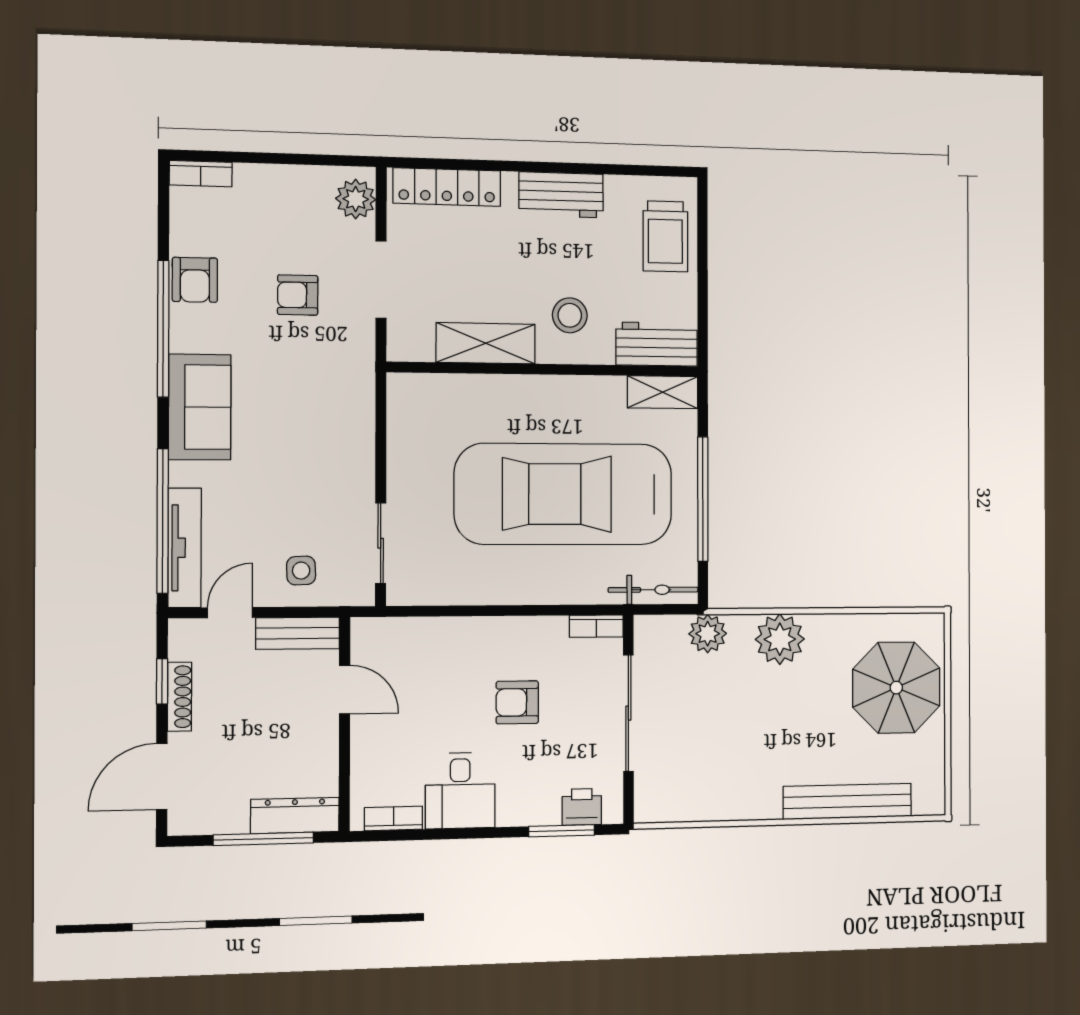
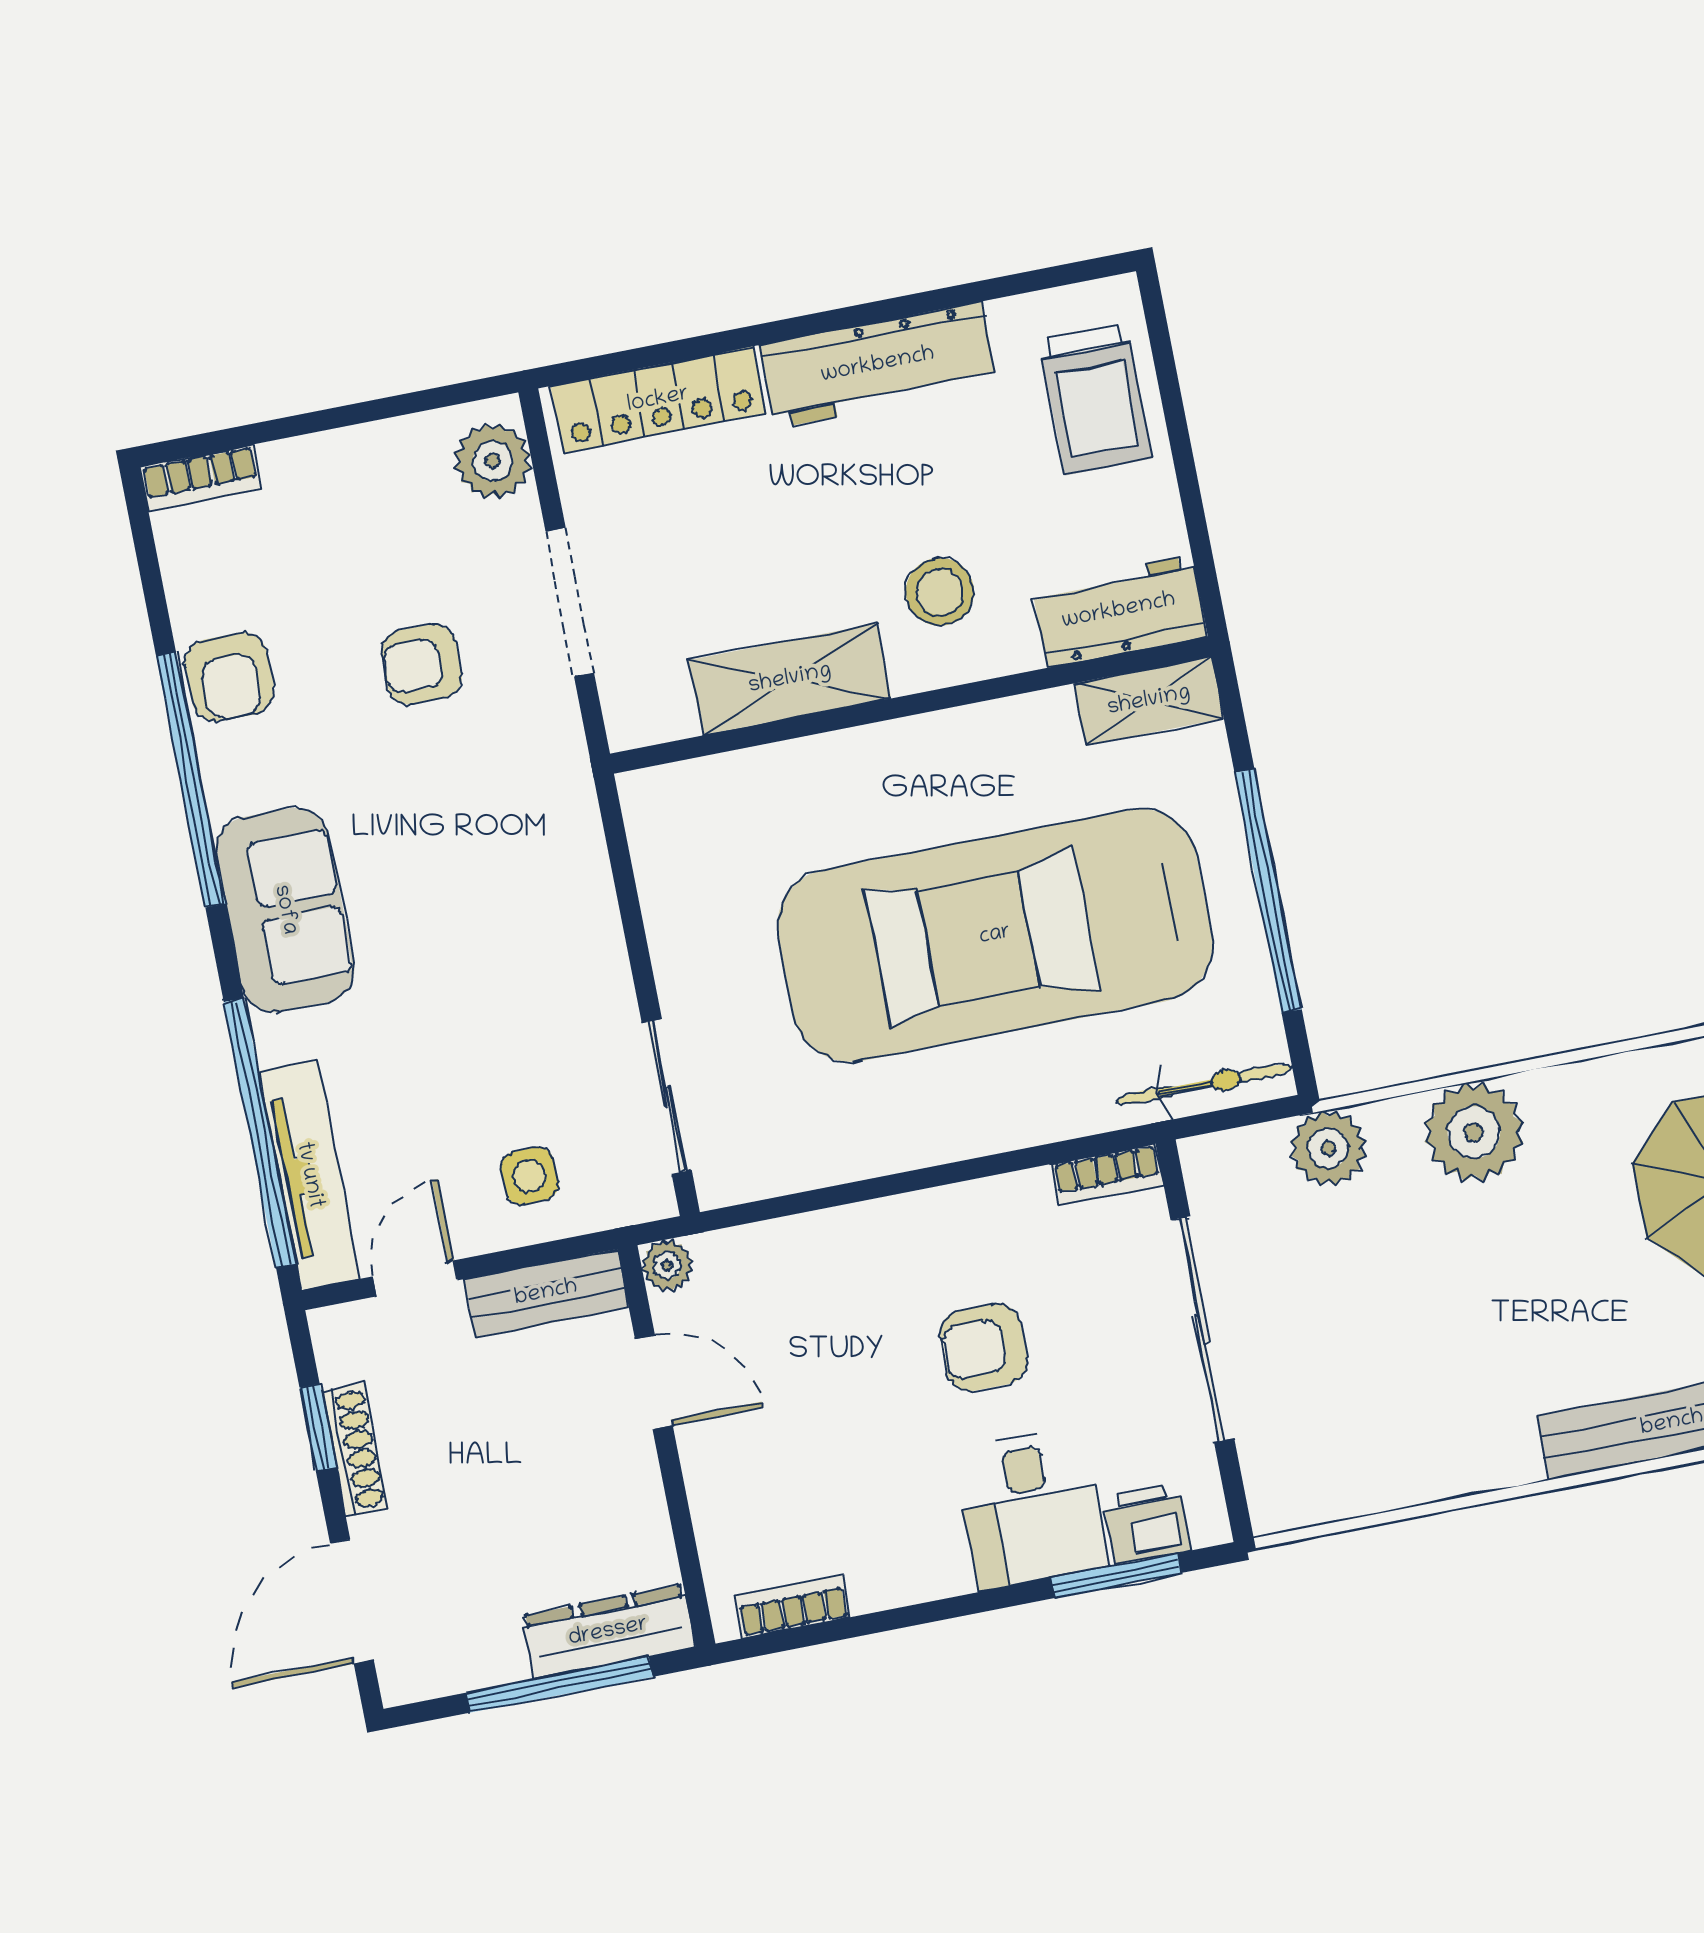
workbench: (561, 195) -> (878, 365), width x1.38
plant: (364, 630) -> (667, 1265), added
desk: (460, 791) -> (1031, 1508), moved

